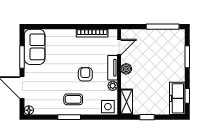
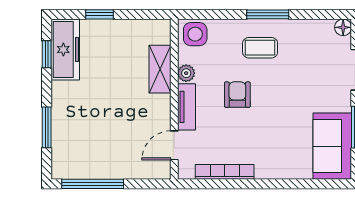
boiler: (126, 69) -> (161, 105), removed
armchair: (85, 74) -> (237, 95), turned 180
shelving: (127, 102) -> (160, 69), moved
window: (147, 117) -> (99, 14), moved

